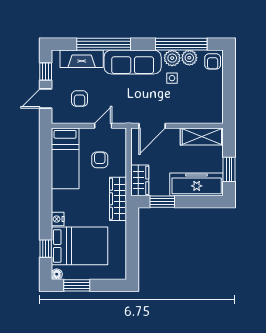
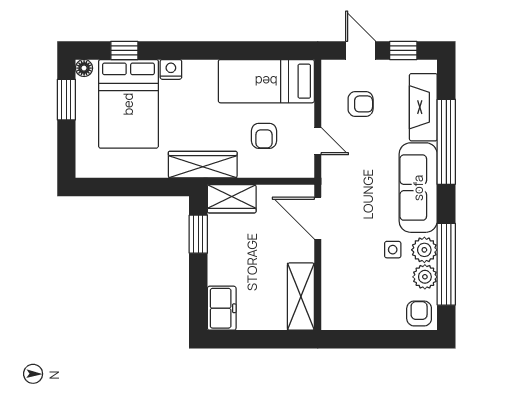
armchair: (213, 61) -> (419, 314), turned 90
armchair: (80, 99) -> (361, 104), turned 180
armchair: (100, 160) -> (264, 136), turned 90
window: (229, 169) -> (249, 339), removed
freezer: (197, 184) -> (222, 308), width x0.52, depth x0.79

